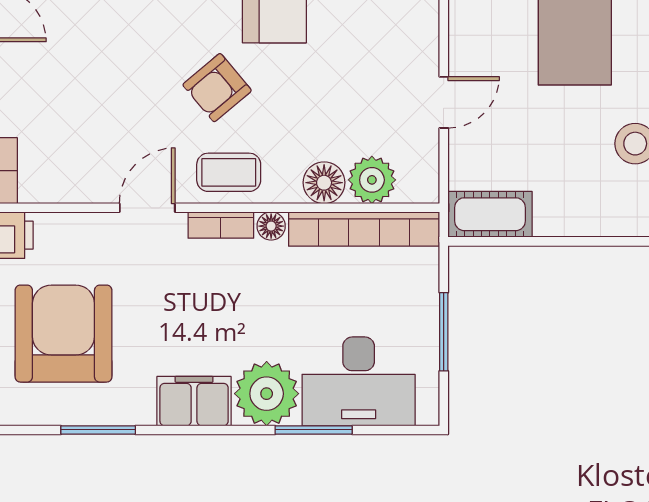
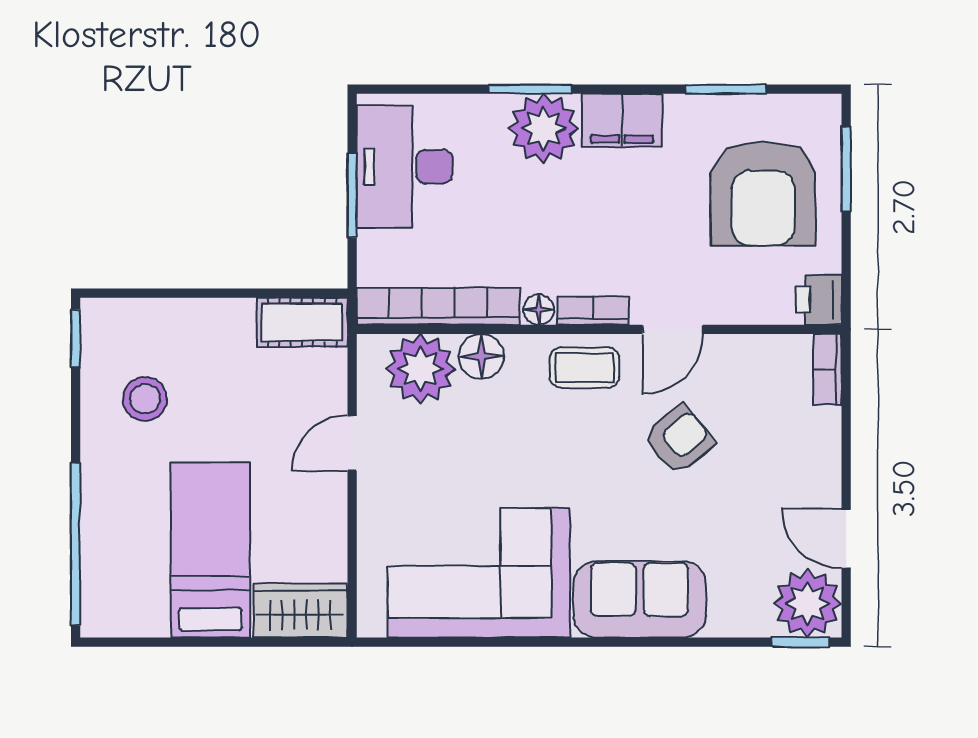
armchair: (217, 88) -> (679, 440), moved
plant: (372, 180) -> (420, 369), width x1.36, depth x1.36
desk: (359, 381) -> (405, 166), moved, turned -90
window: (314, 430) -> (530, 89), moved

